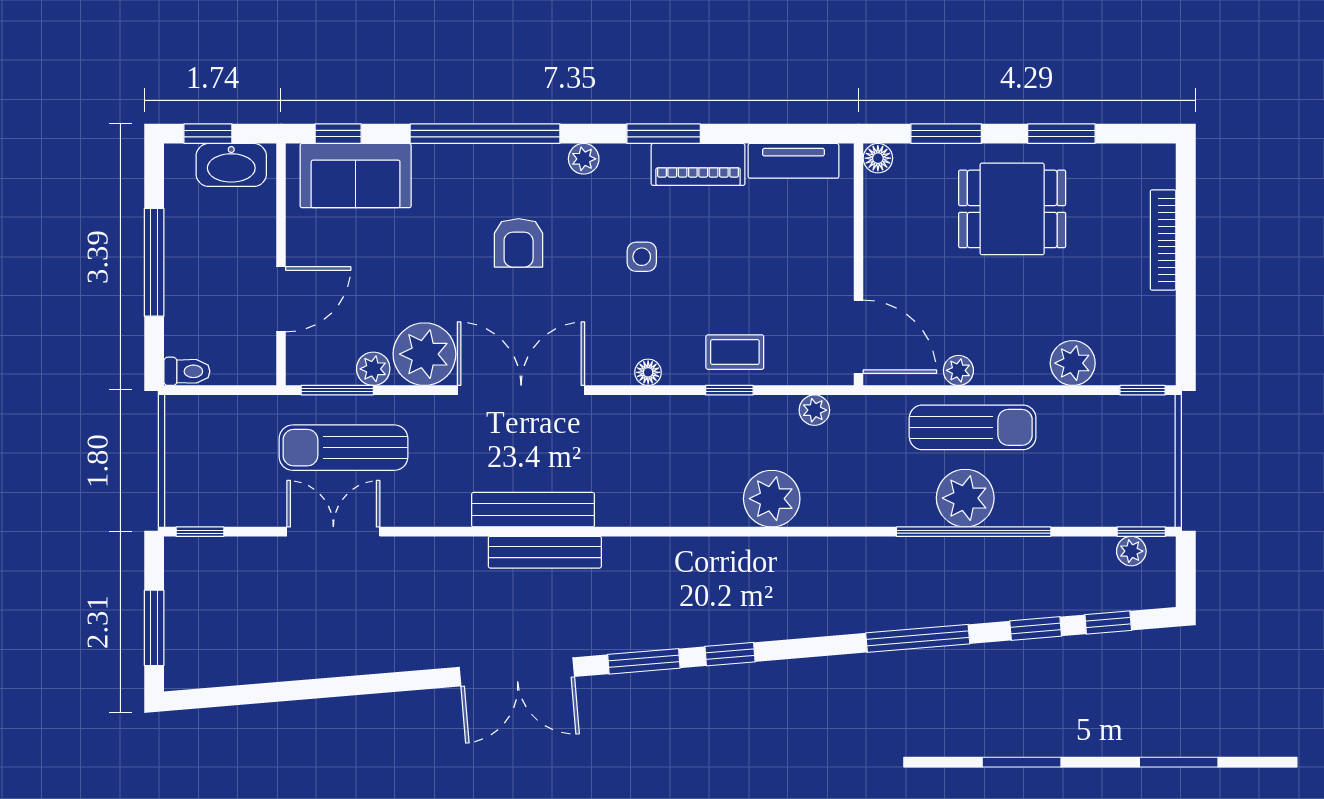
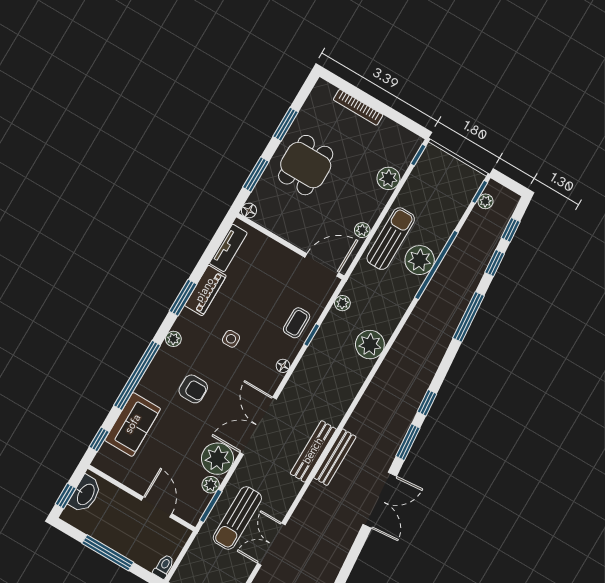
sofa: (356, 176) -> (133, 424), moved

